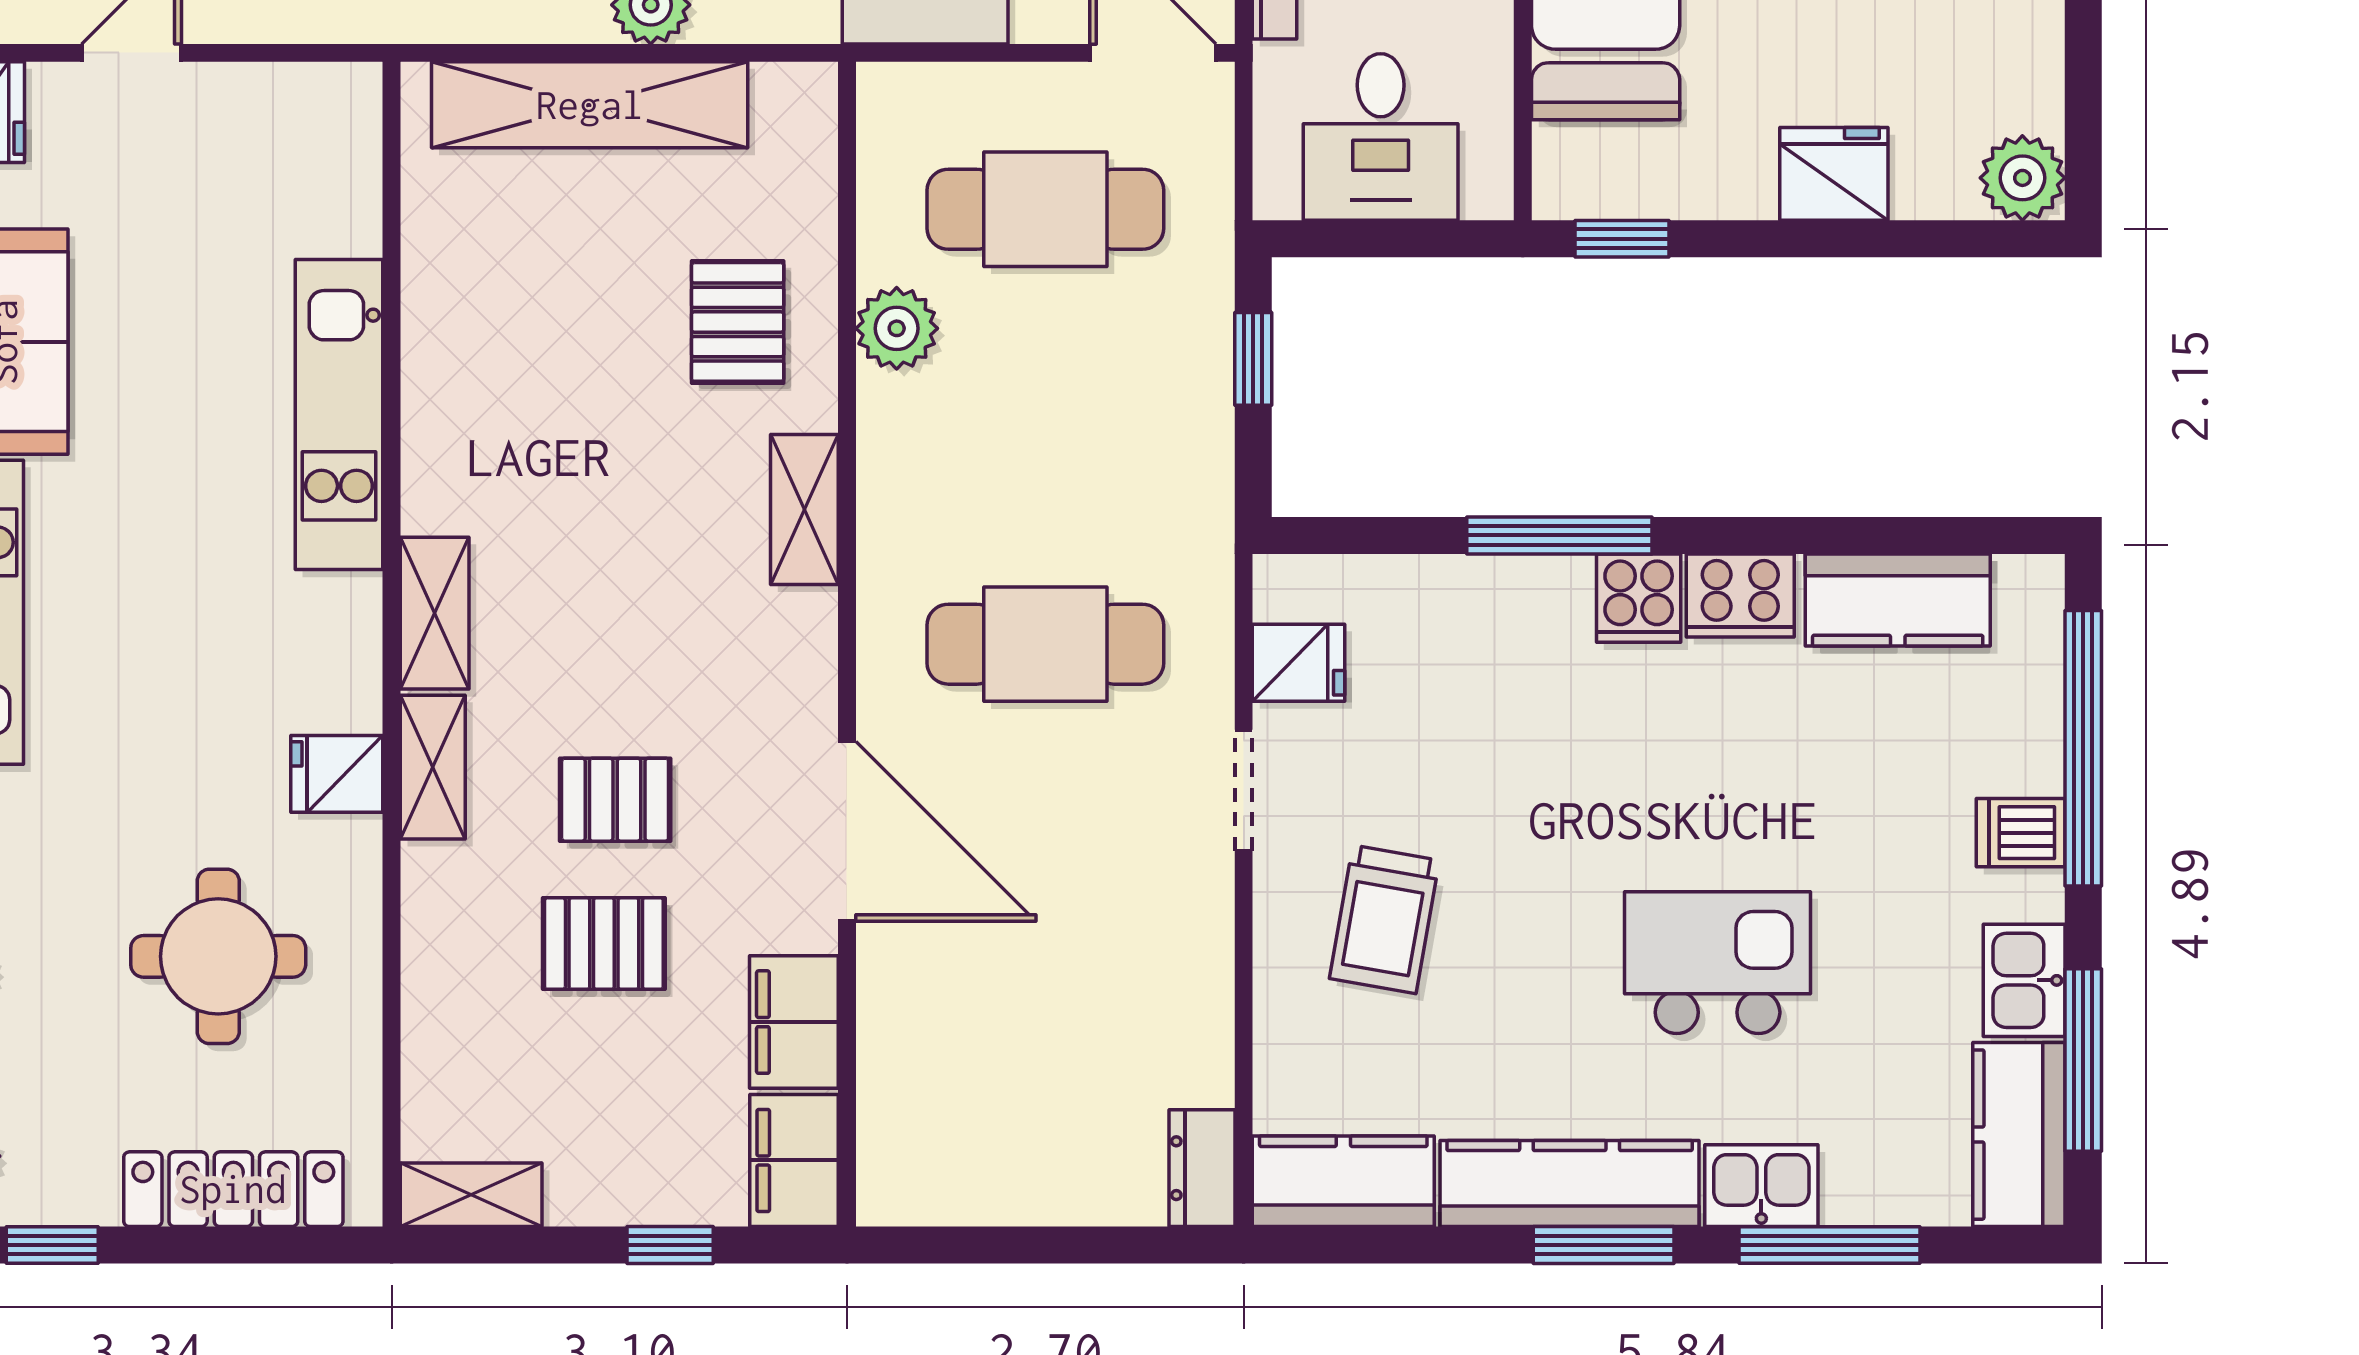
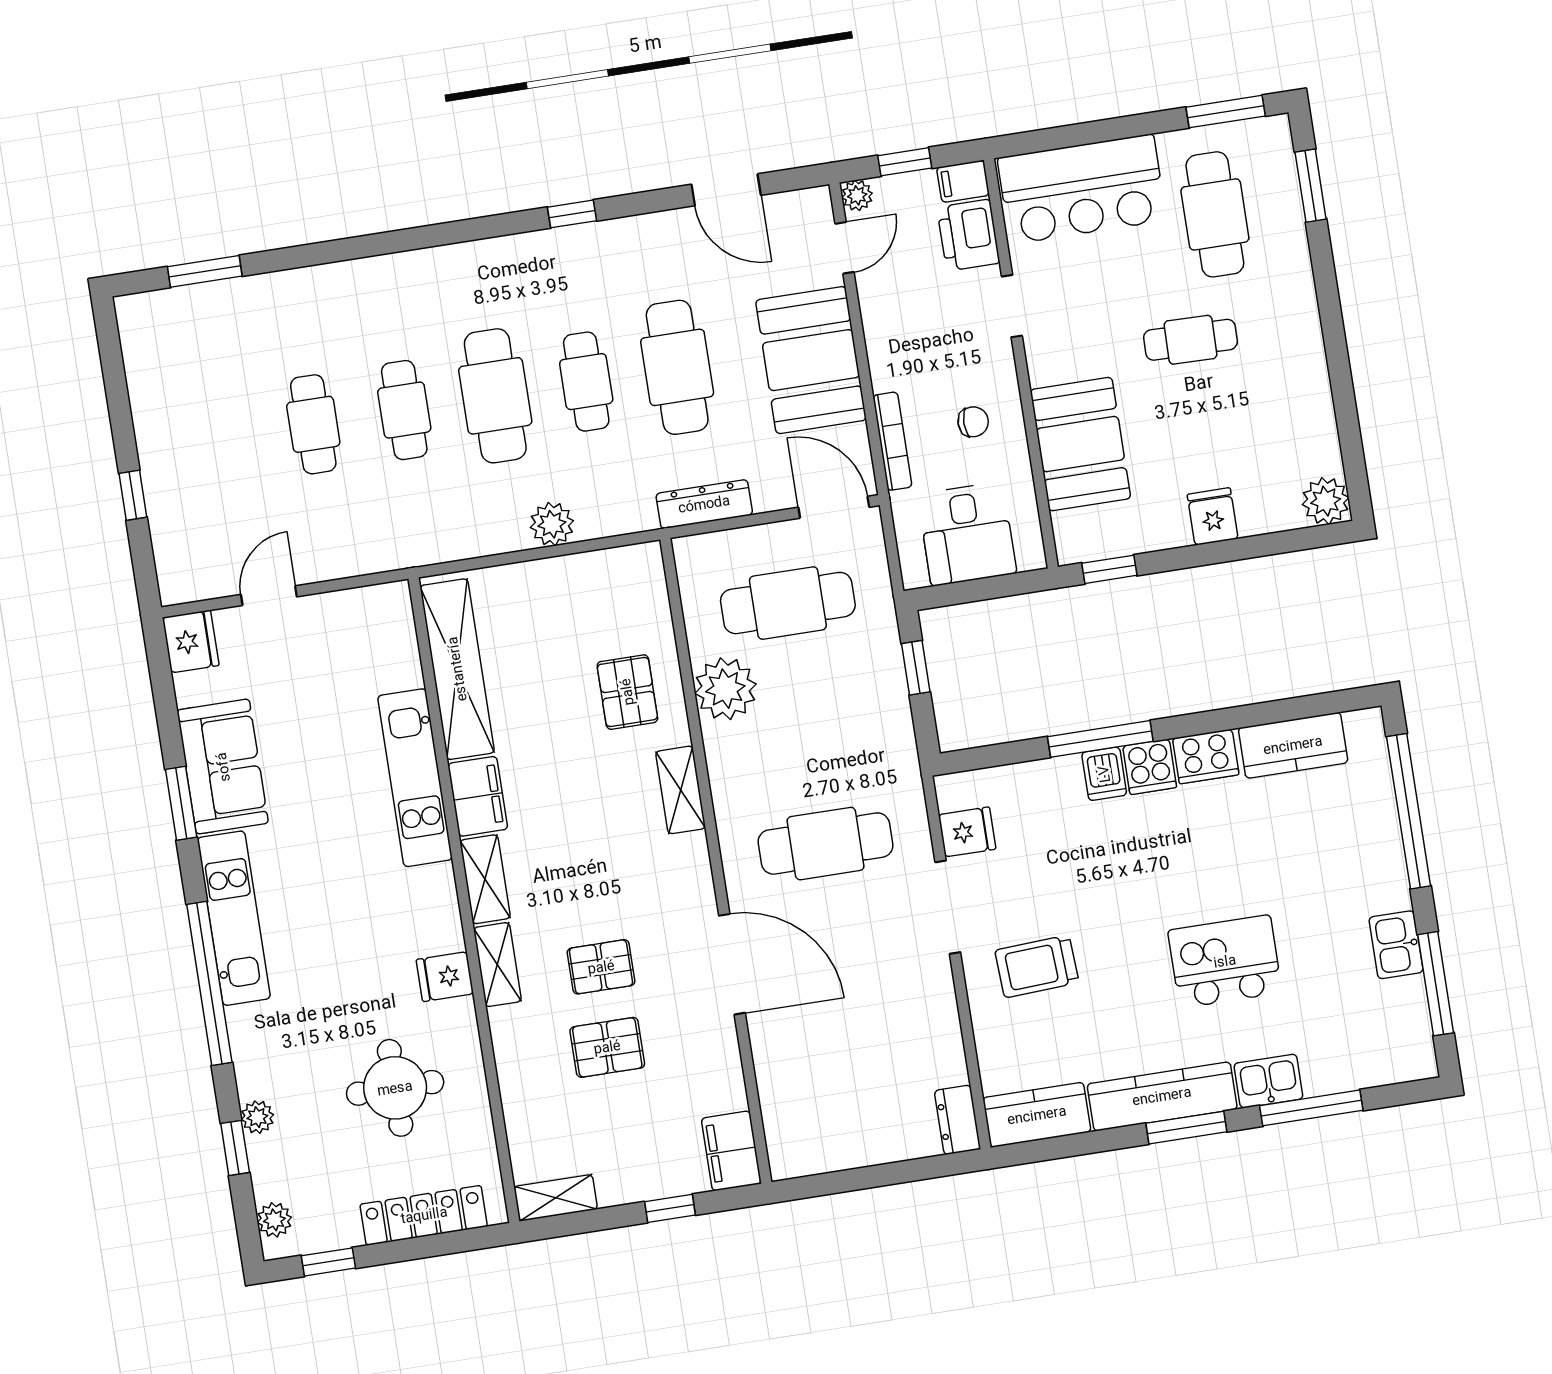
shelving: (590, 105) -> (457, 669), moved, turned 90
fridge: (1834, 174) -> (1213, 516), width x0.72
plant: (897, 328) -> (725, 689), width x1.36, depth x1.36
doorway: (1244, 790) -> (948, 907), width x1.38
dishwasher: (2021, 833) -> (1104, 774), moved, turned -90
trolley: (1384, 919) -> (1037, 966), turned 77
filing cabinet: (794, 1022) -> (478, 796), moved, turned 180
kitchen counter: (2019, 1135) -> (1406, 1030), removed

